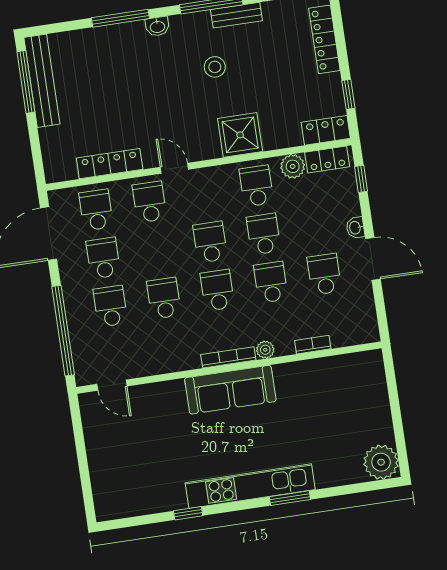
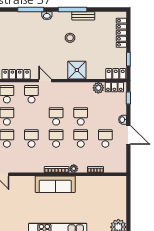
school desk: (256, 186) -> (81, 94), removed

